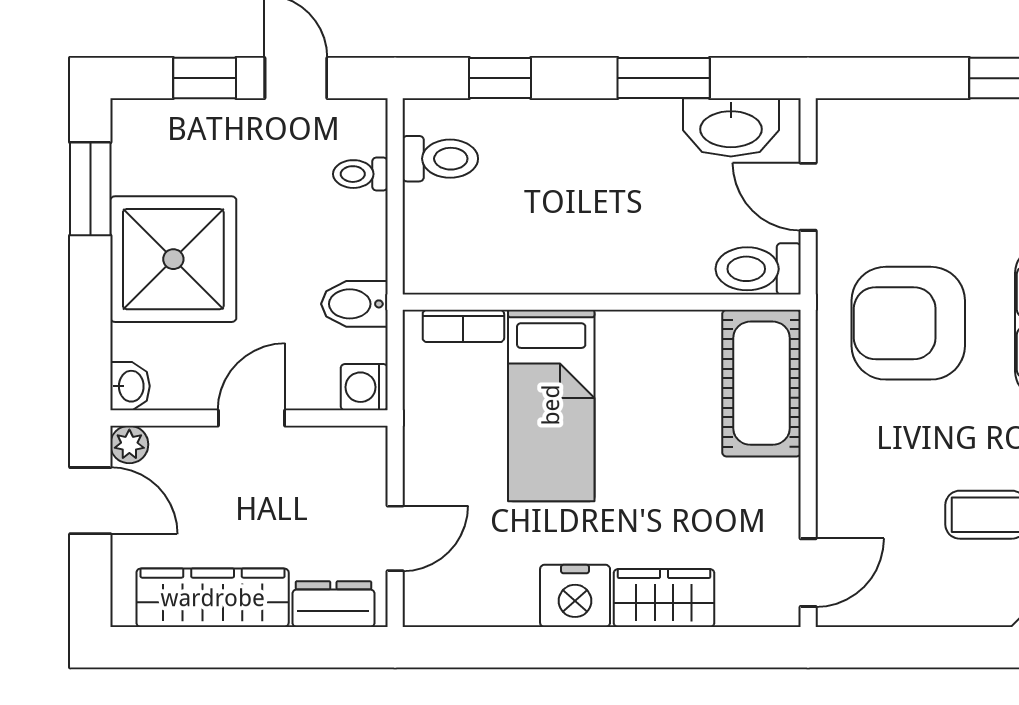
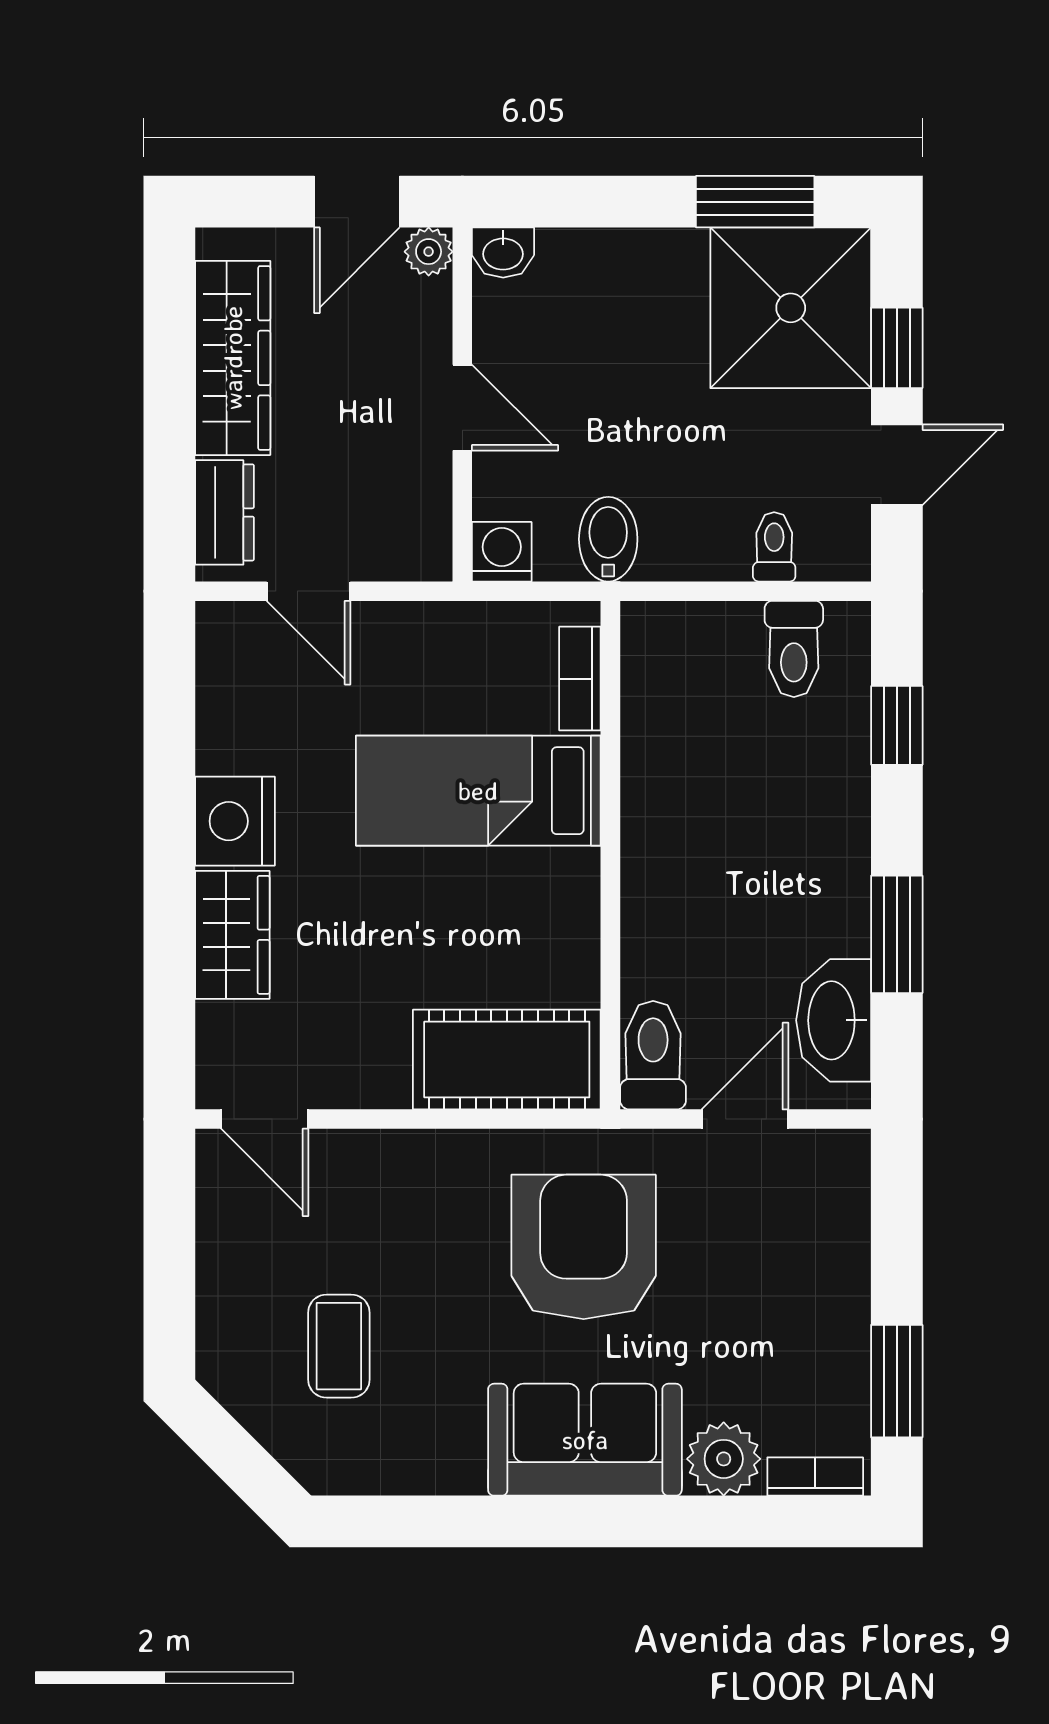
shower: (173, 259) -> (791, 308), moved

